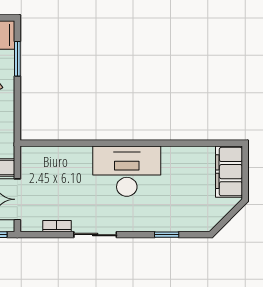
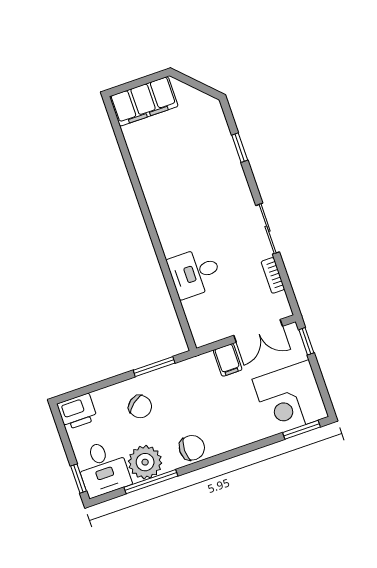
window: (17, 59) -> (154, 367), moved
desk: (127, 171) -> (195, 273), moved, width x0.53, depth x0.77

